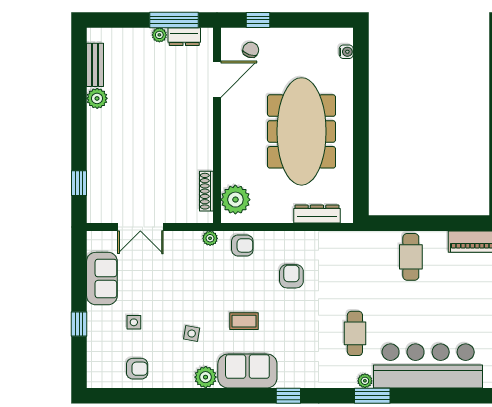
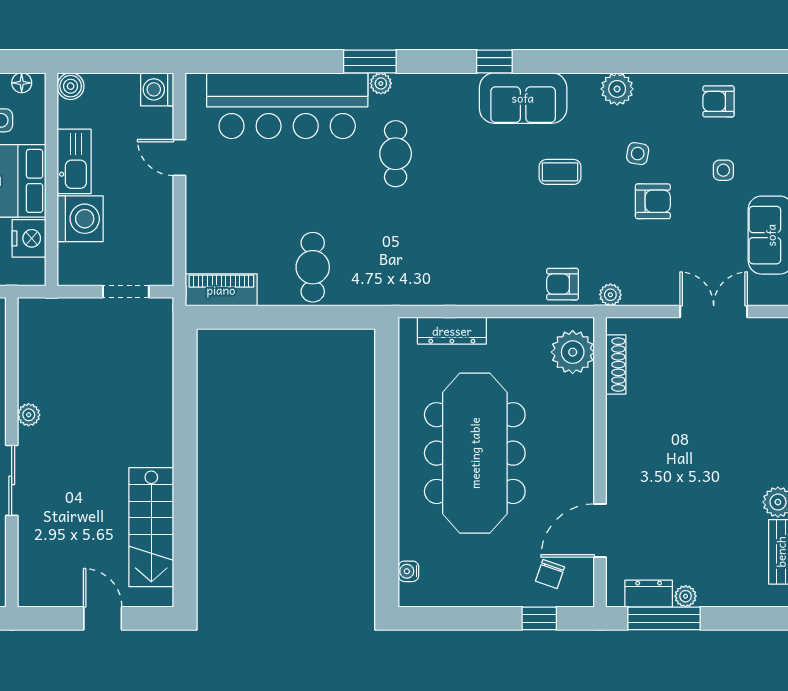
armchair: (291, 276) -> (653, 201), moved, turned -90
sofa: (247, 371) -> (523, 98), moved

